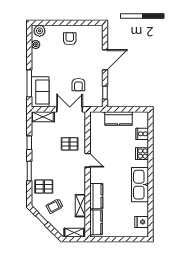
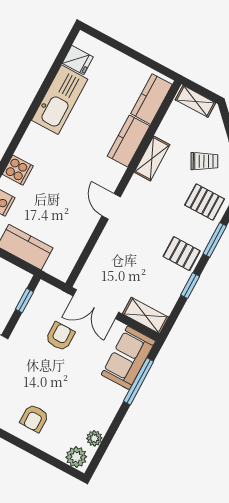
pallet: (70, 144) -> (182, 254), moved
kitchen sink: (140, 185) -> (60, 100), moved
shelving: (80, 206) -> (152, 158), moved

